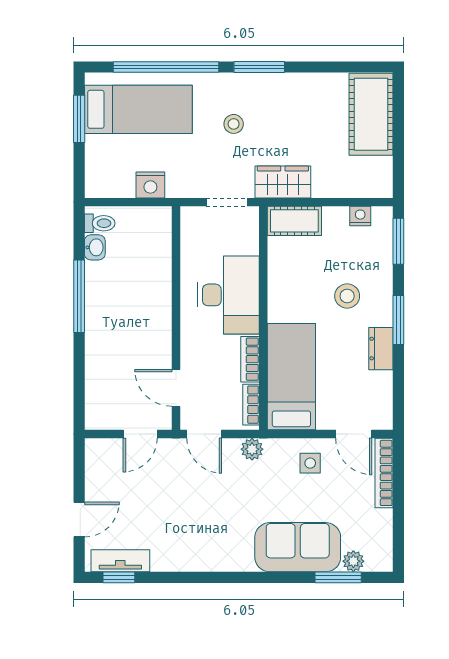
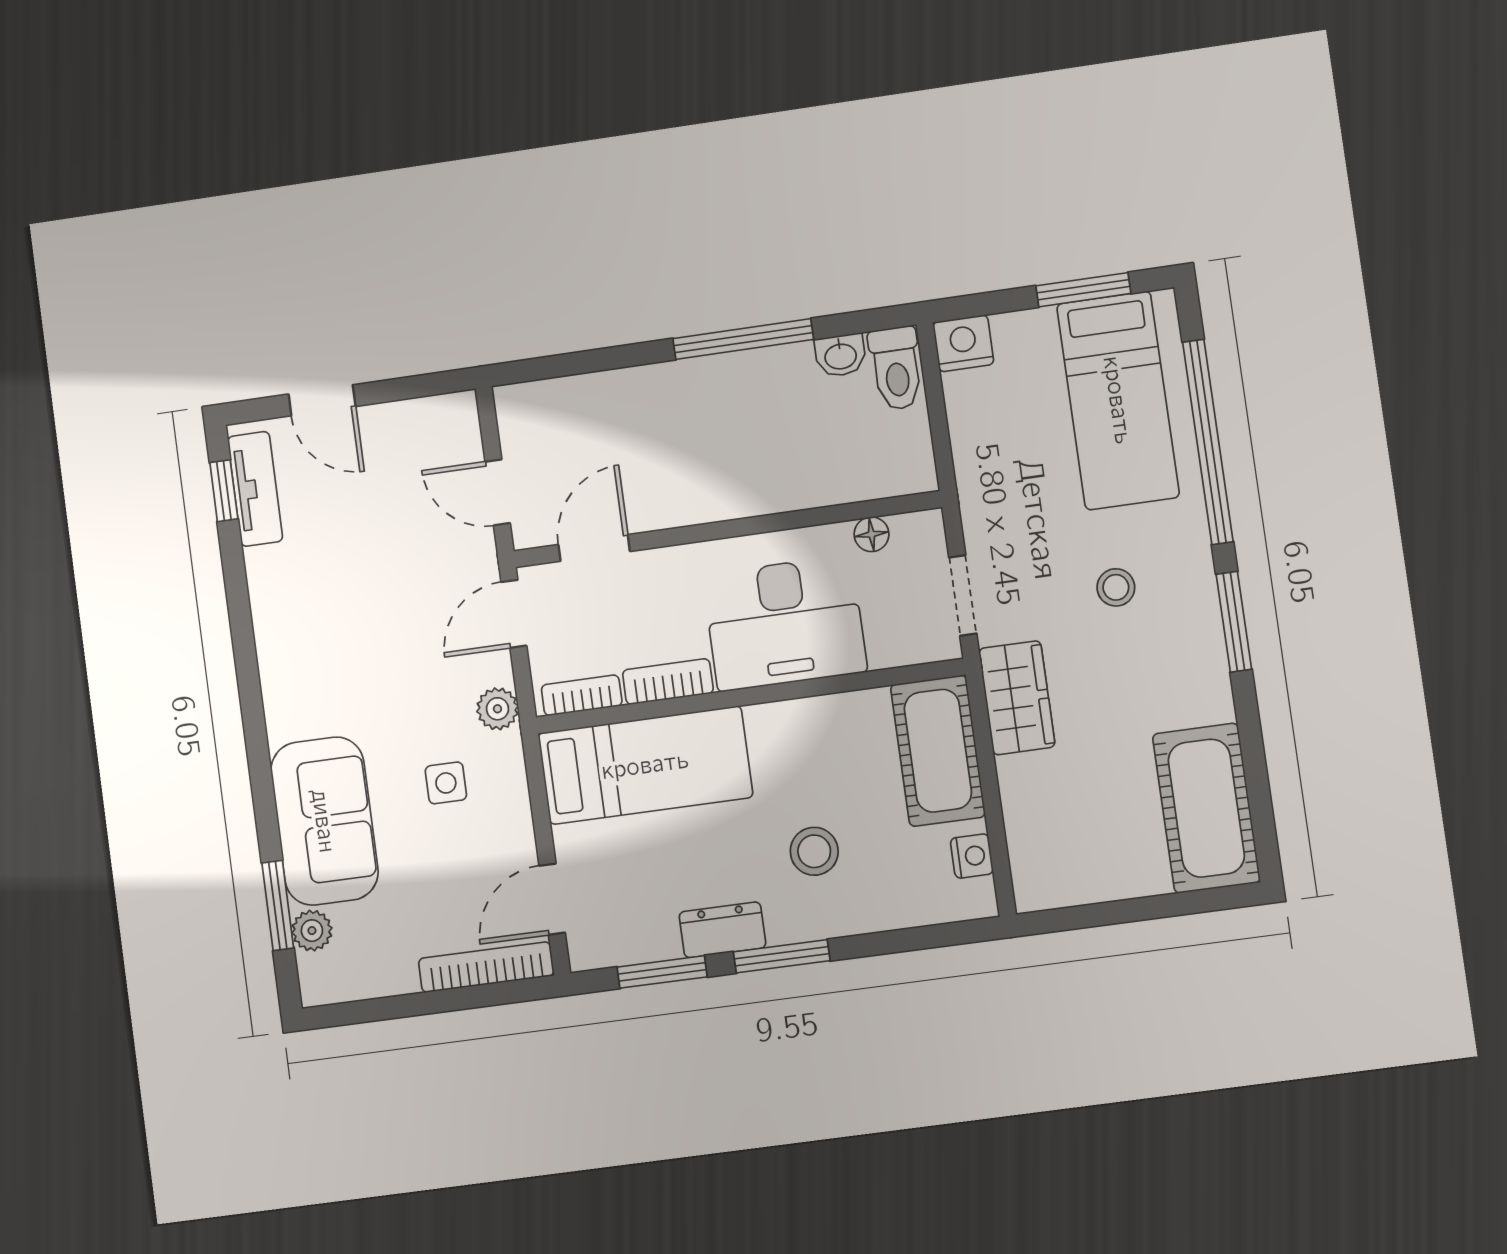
cot: (371, 114) -> (1206, 808), moved, turned 90
nightstand: (150, 185) -> (963, 343), moved, turned 90
cot: (294, 221) -> (938, 751), width x1.37, depth x1.34
toilet: (100, 223) -> (896, 368), width x1.37, depth x1.39
window: (398, 241) -> (662, 972), moved
floor lamp: (189, 244) -> (872, 534), added
side table: (310, 463) -> (446, 783), moved

